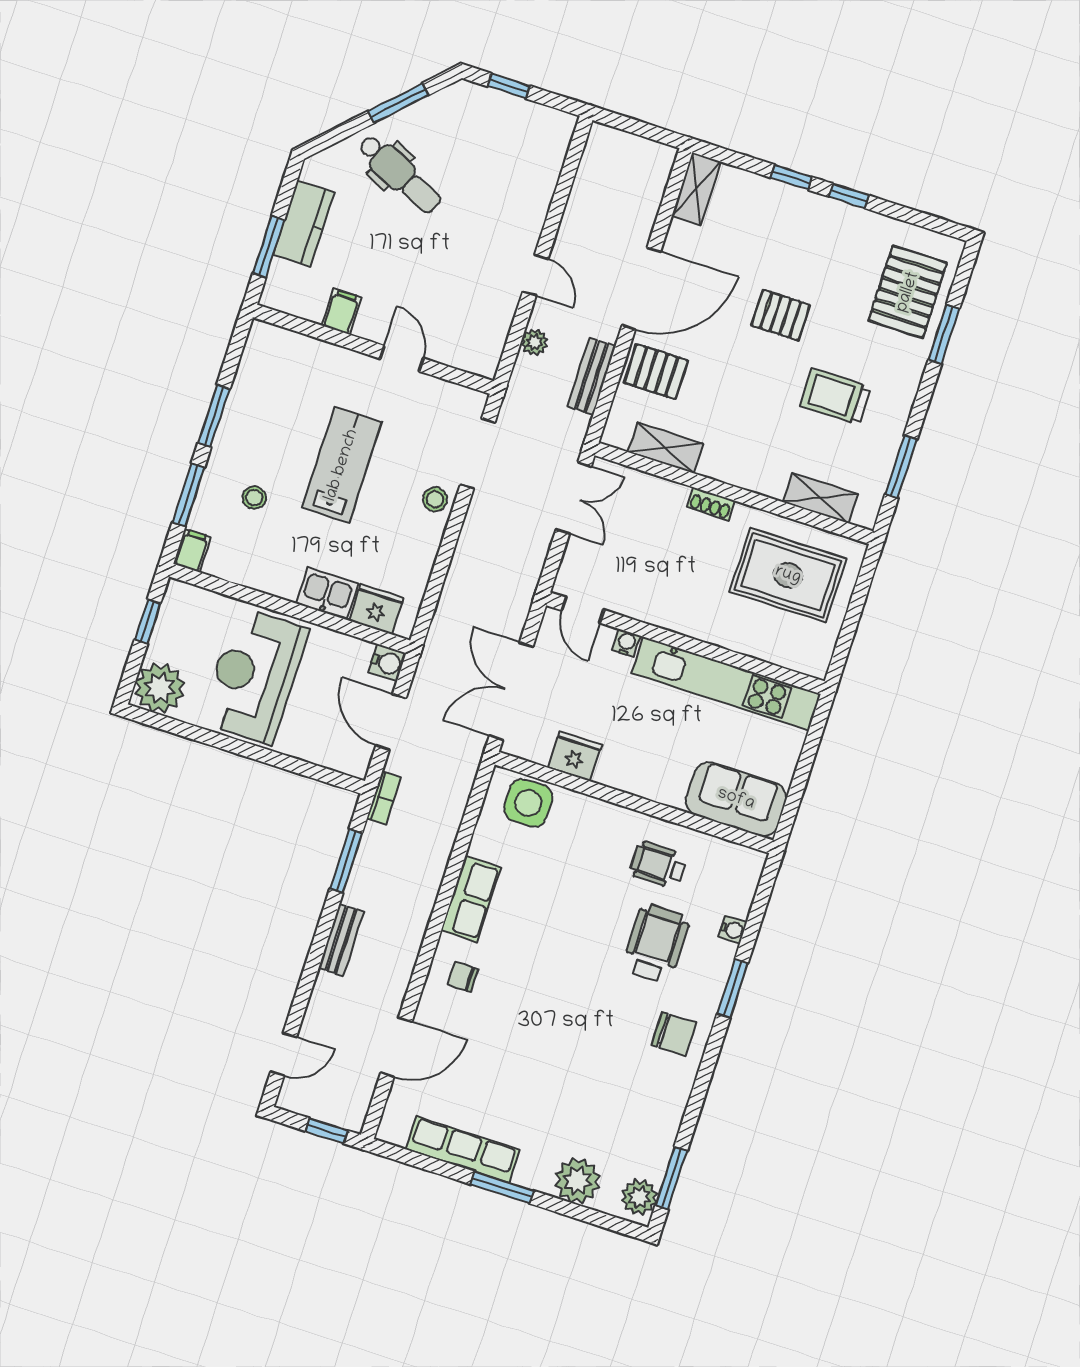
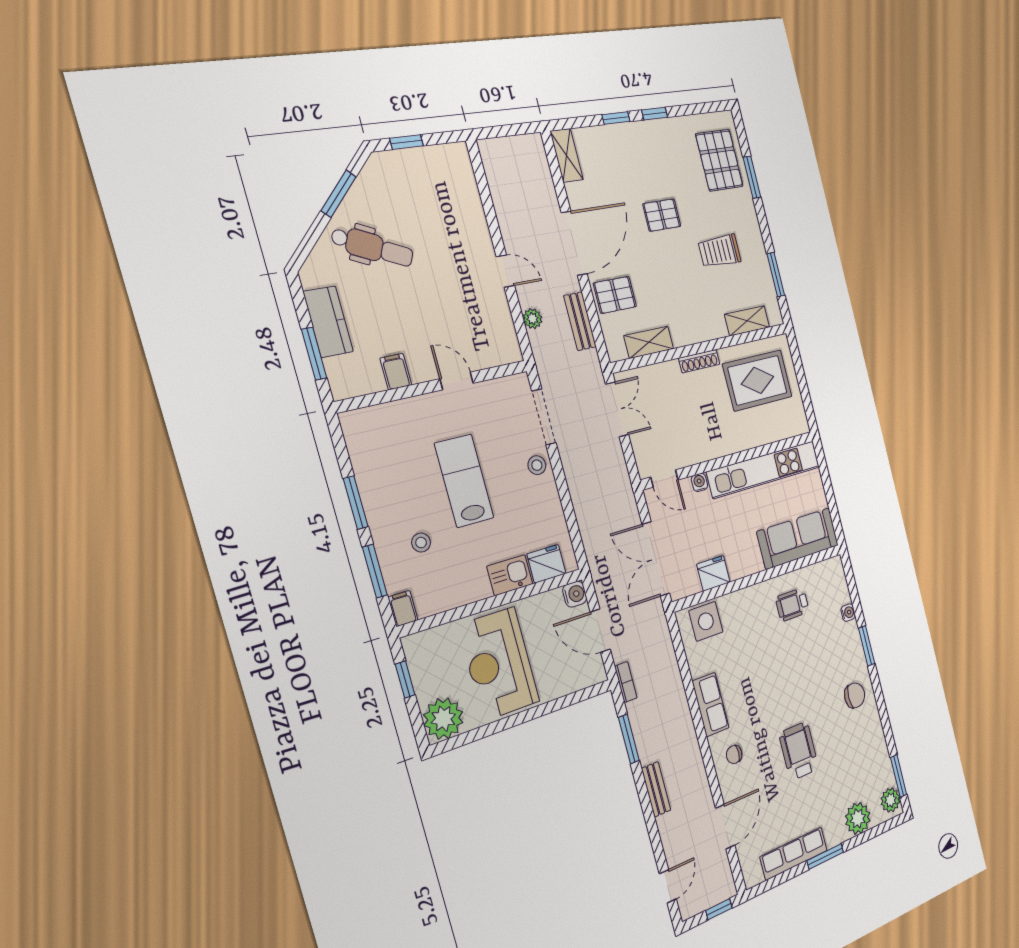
shoe rack: (711, 504) -> (699, 361), width x1.43
sofa: (736, 799) -> (798, 538), width x1.36
wheelchair: (656, 944) -> (799, 751), moved

